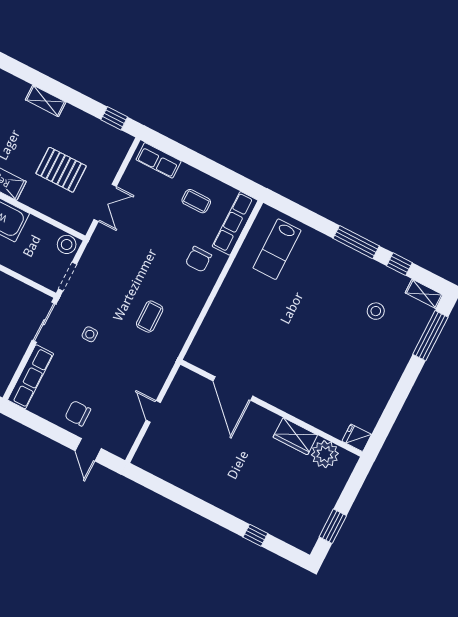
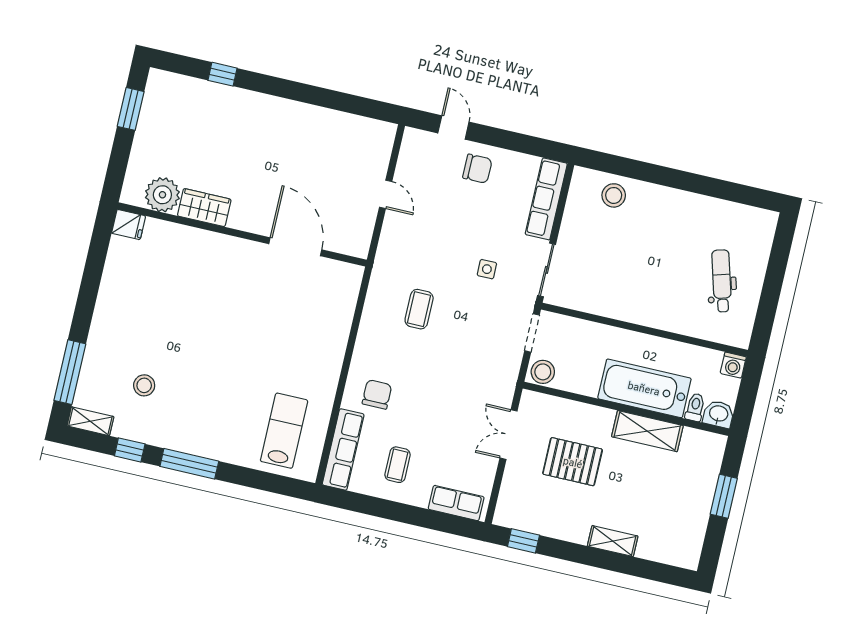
coffee table: (196, 201) -> (398, 465), turned 90

